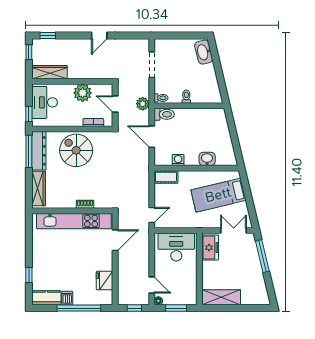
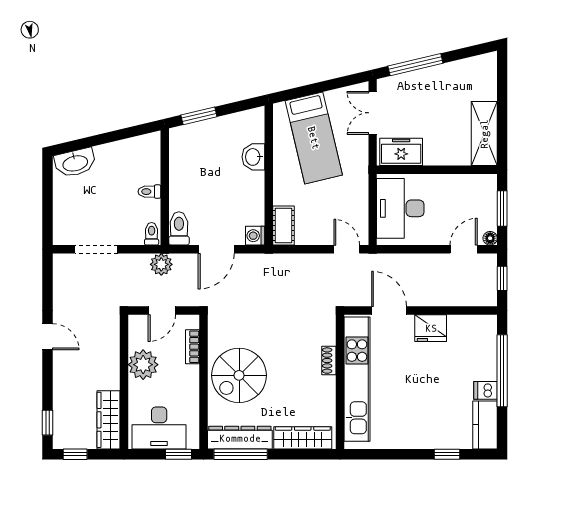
window: (232, 126) -> (199, 116), added
washing machine: (178, 160) -> (255, 236), moved
fridge: (105, 280) -> (431, 328), moved

